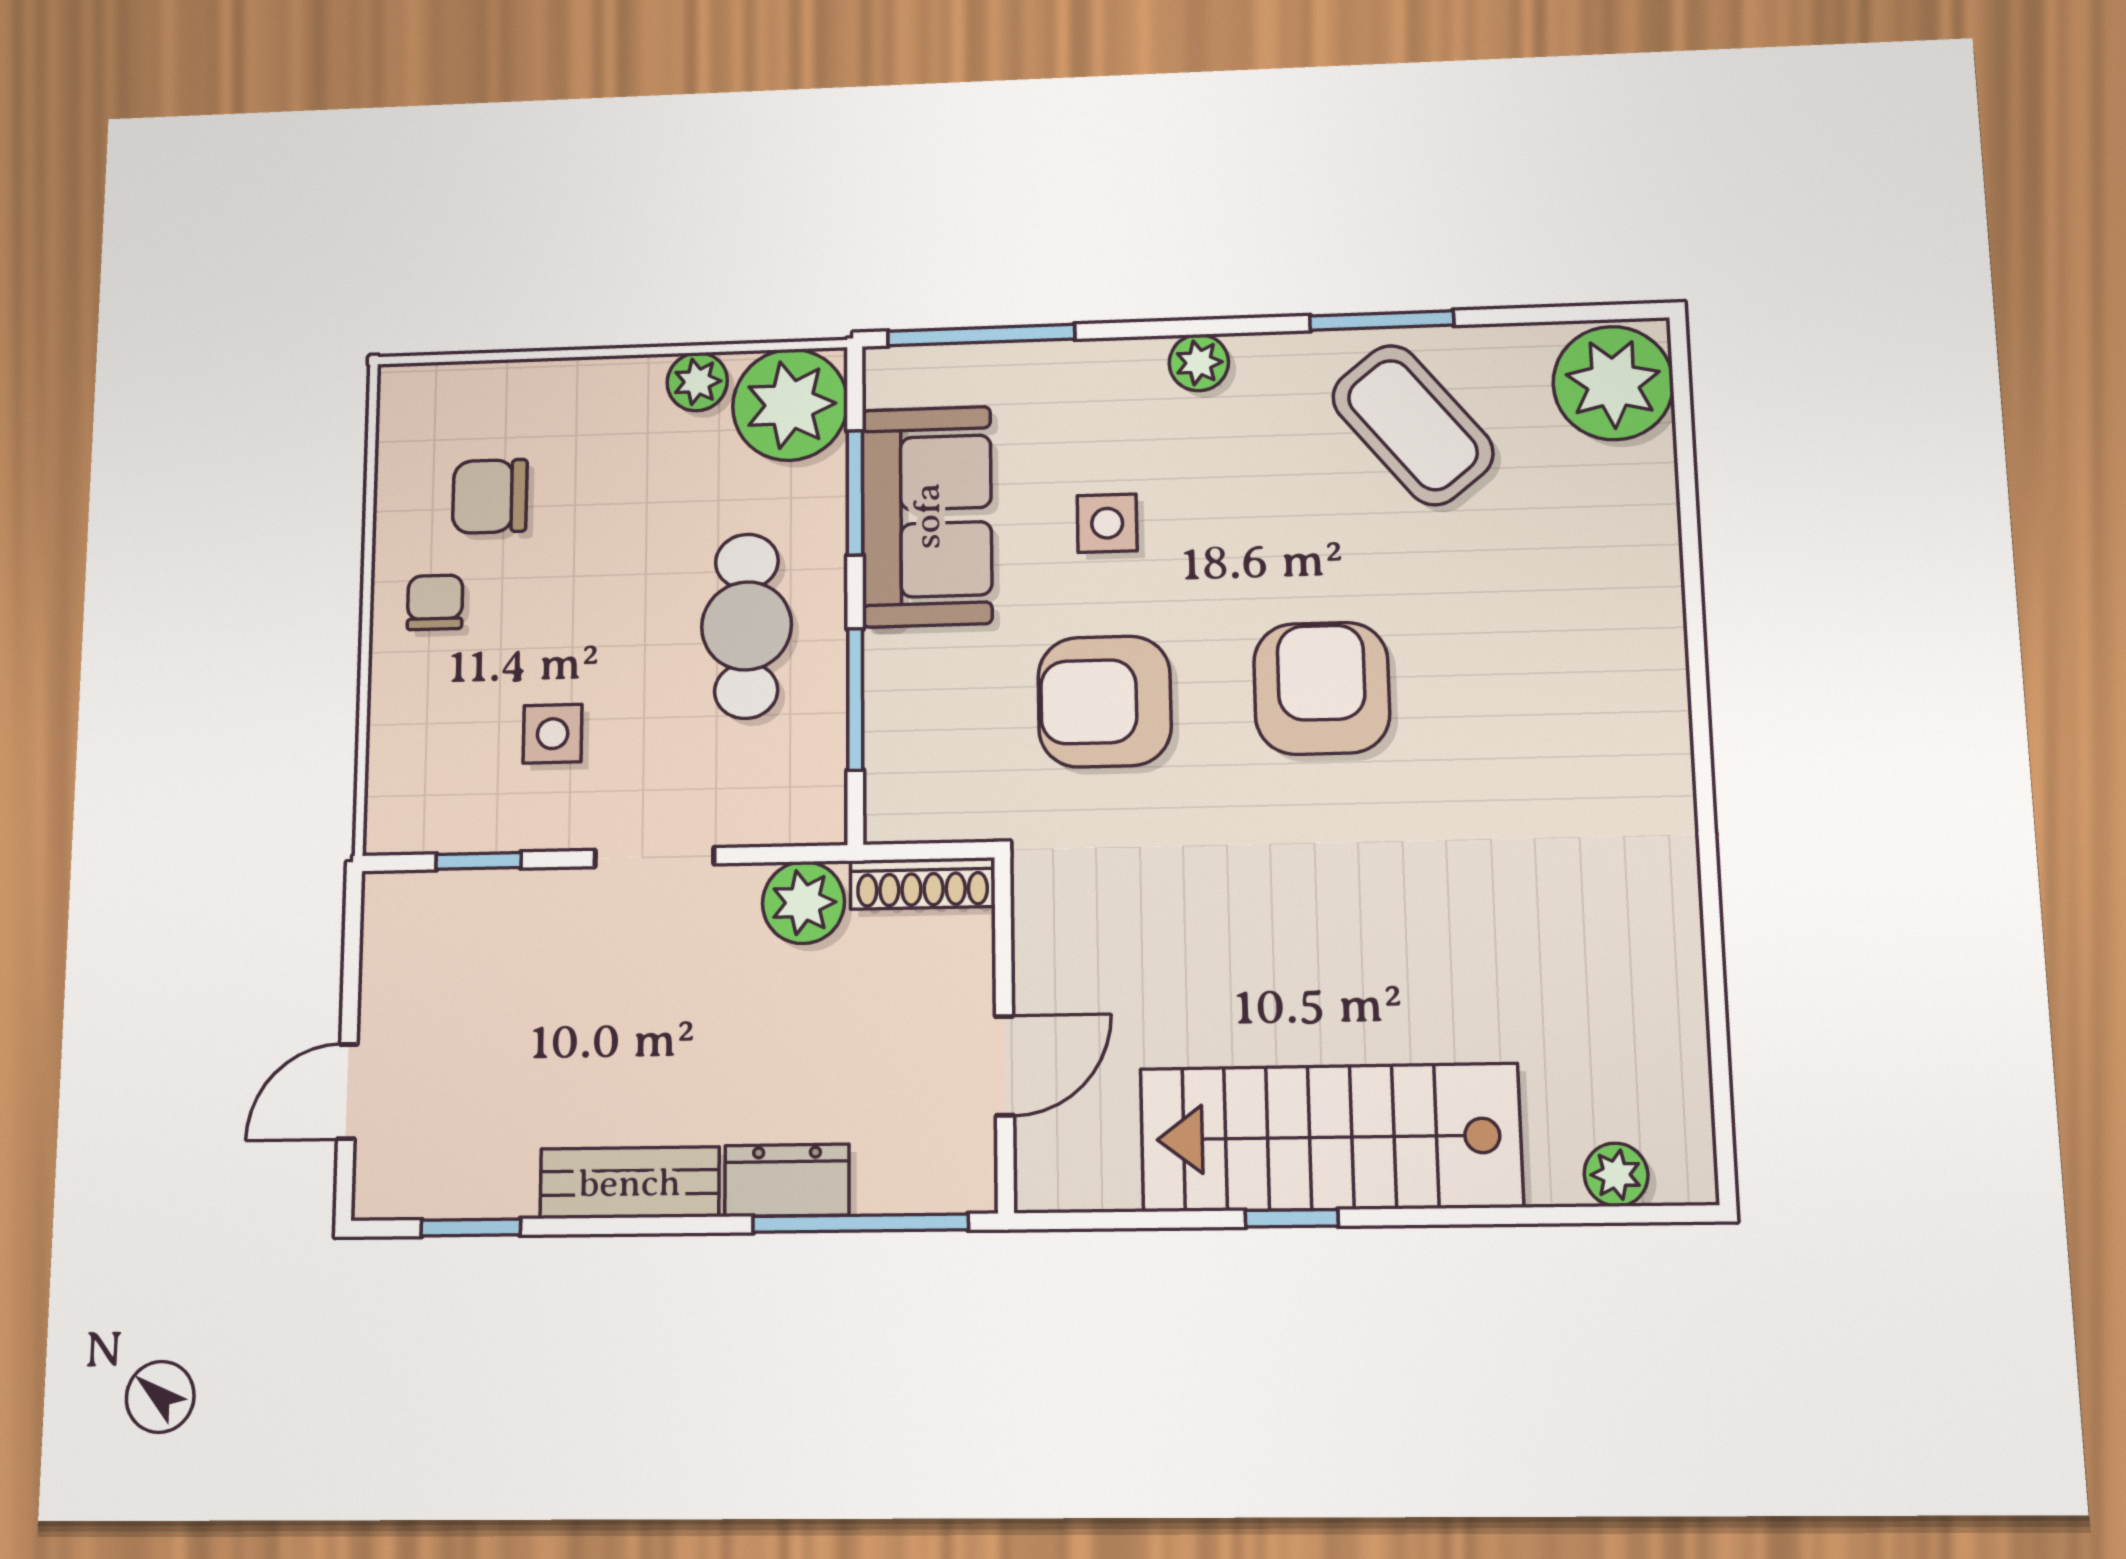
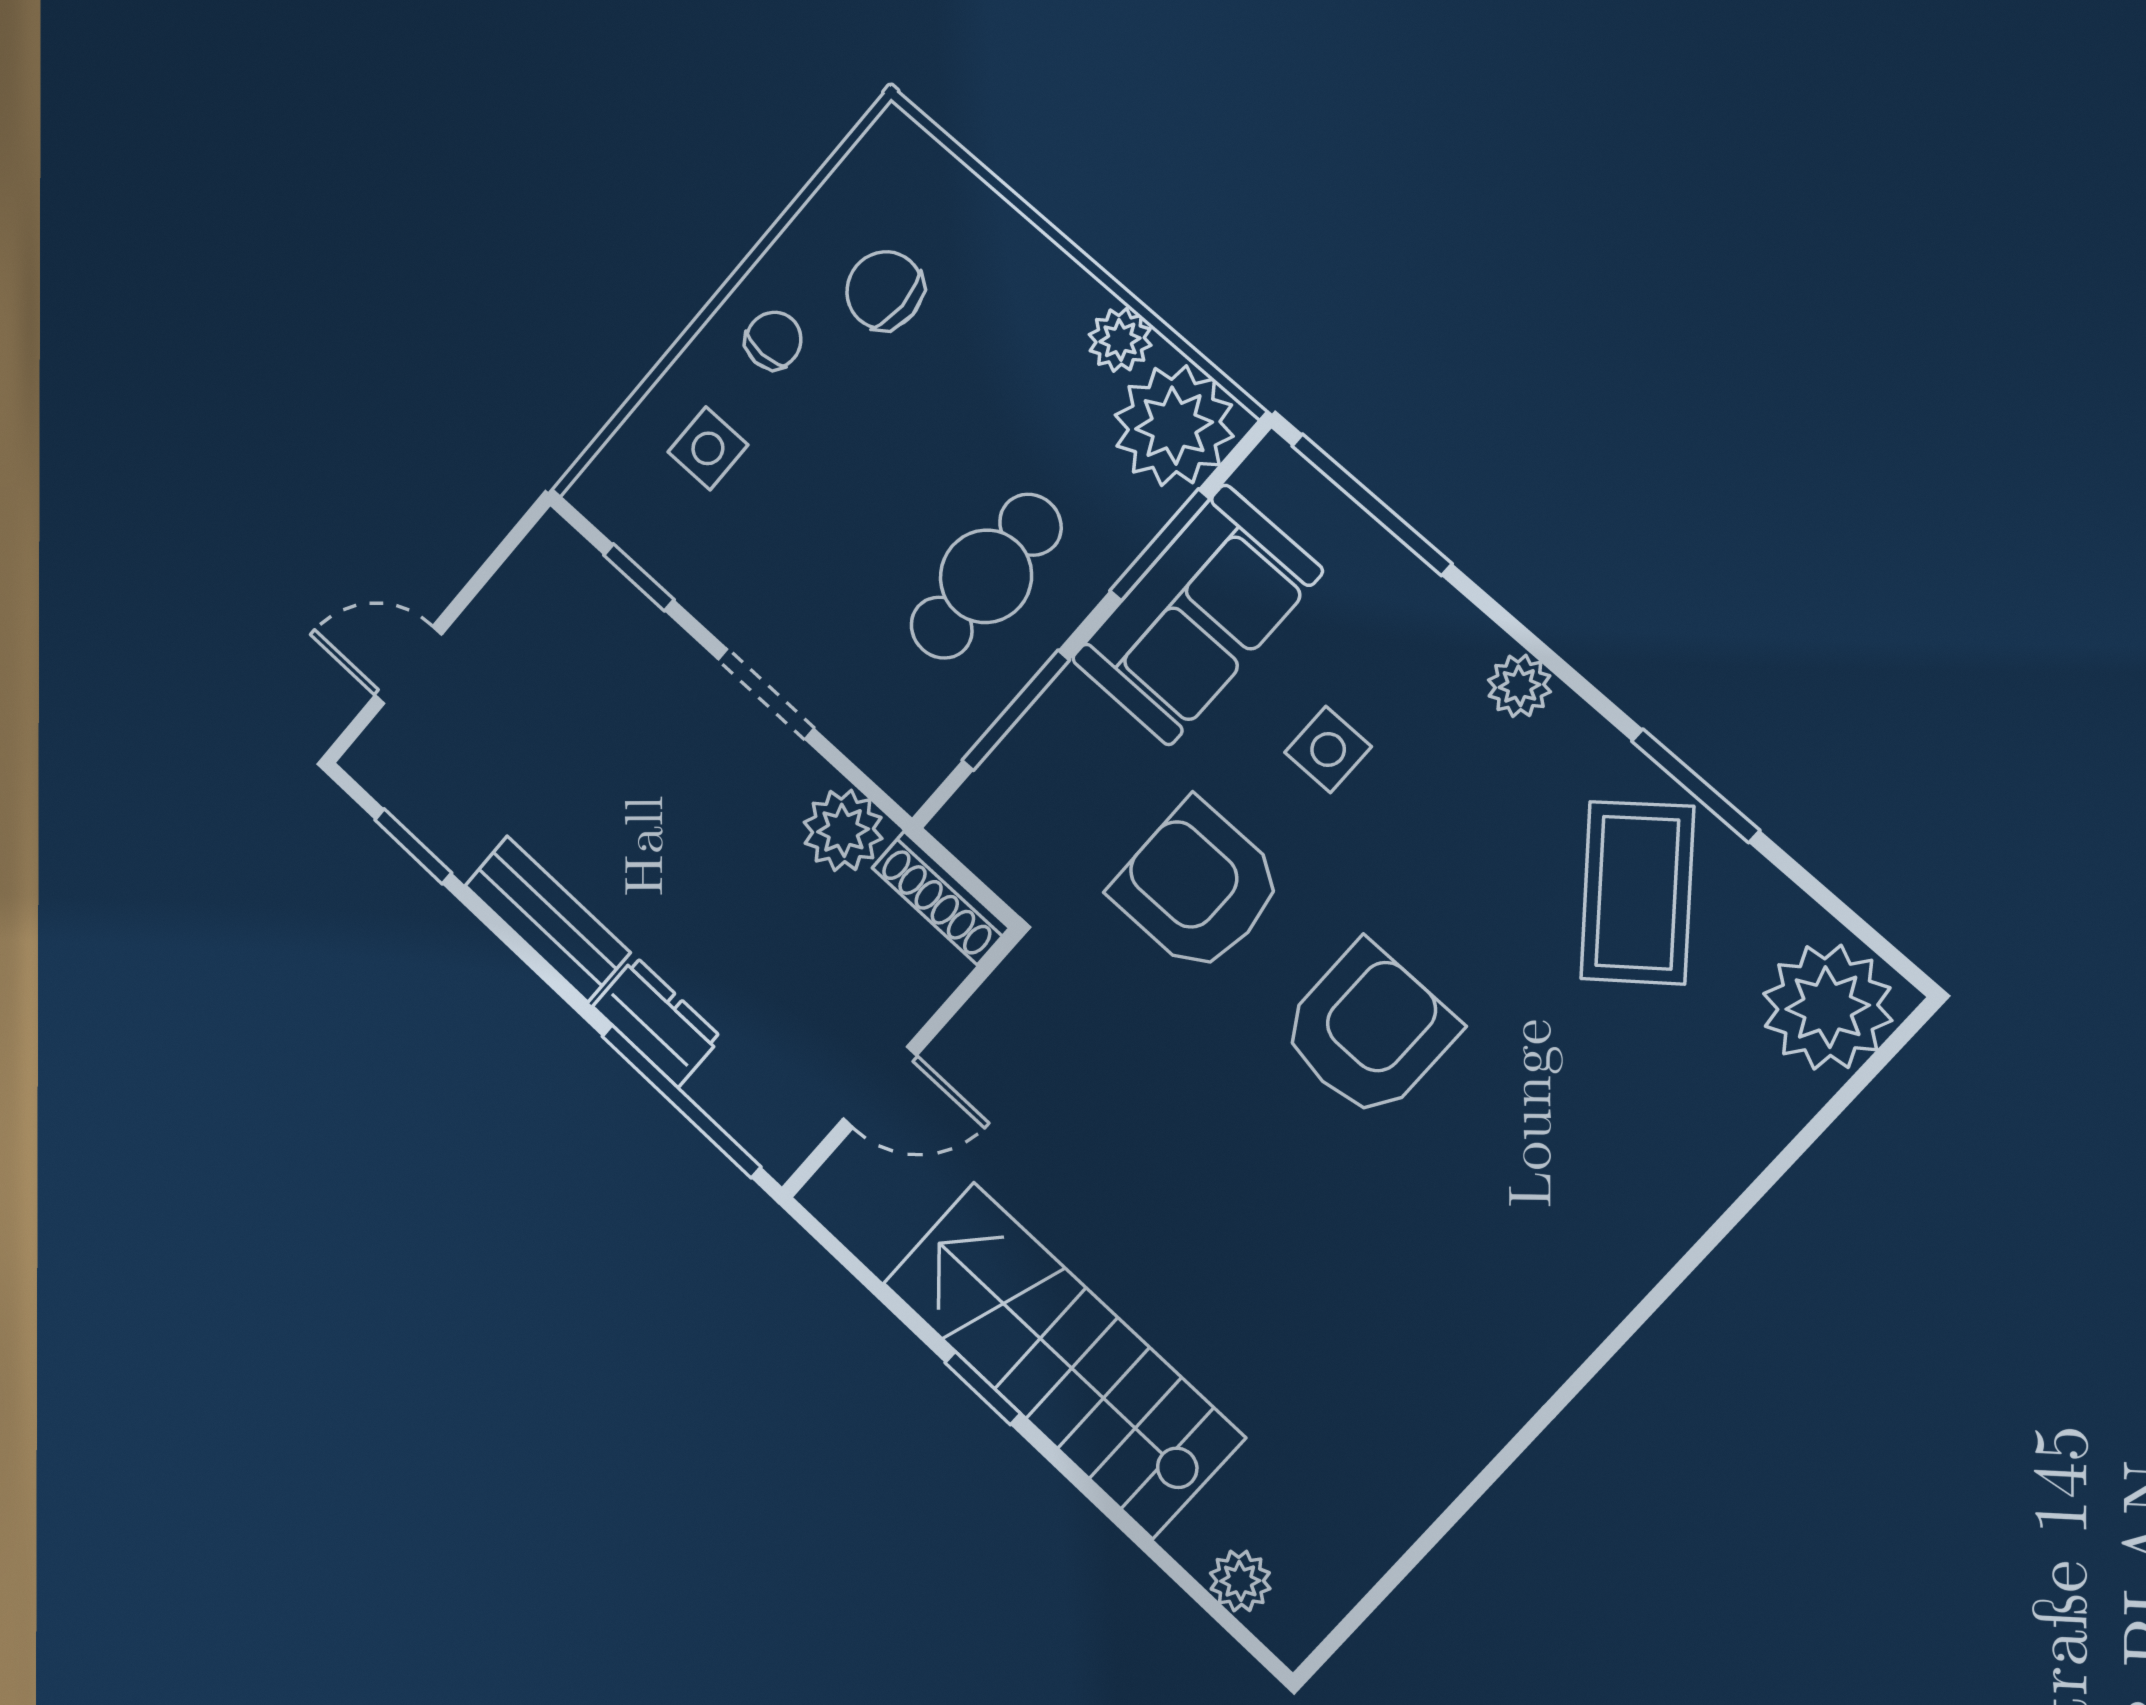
side table: (553, 734) -> (708, 448), moved

